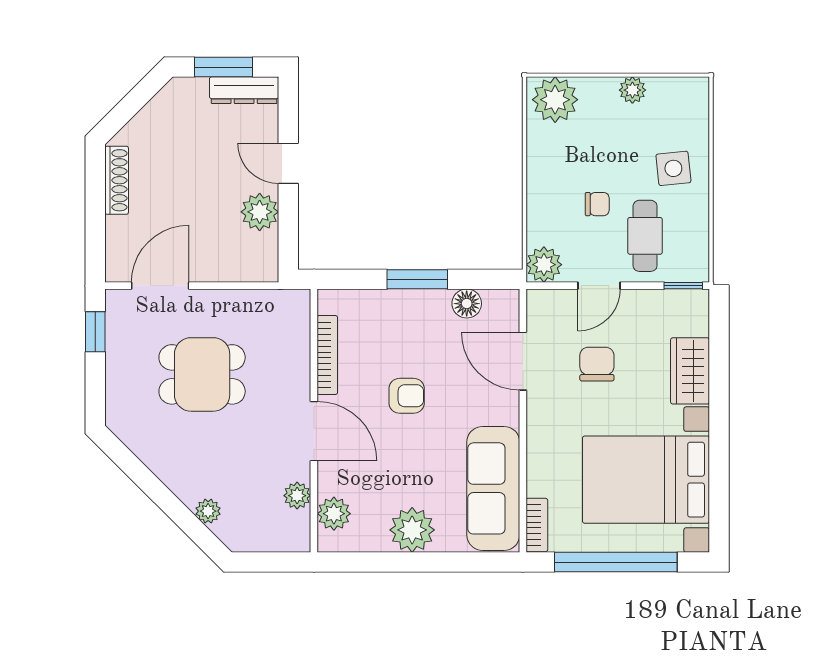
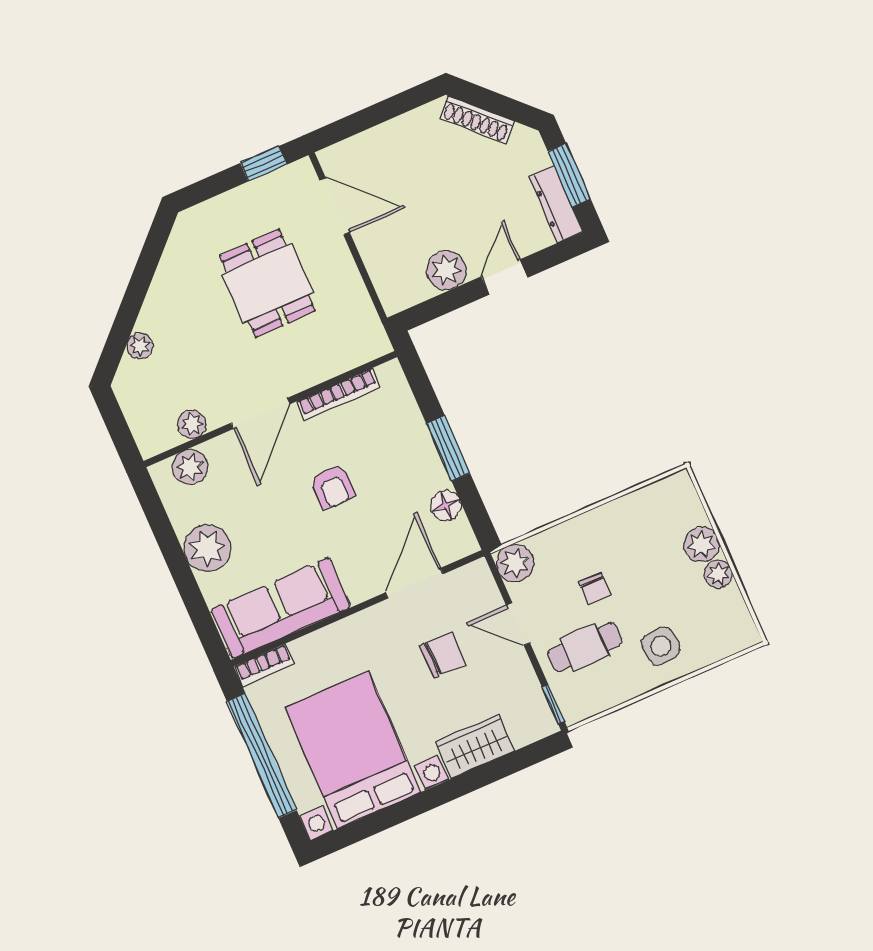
plant: (555, 100) -> (701, 545), moved, width x0.73, depth x0.73
shoe rack: (117, 180) -> (477, 119), moved, turned 45

